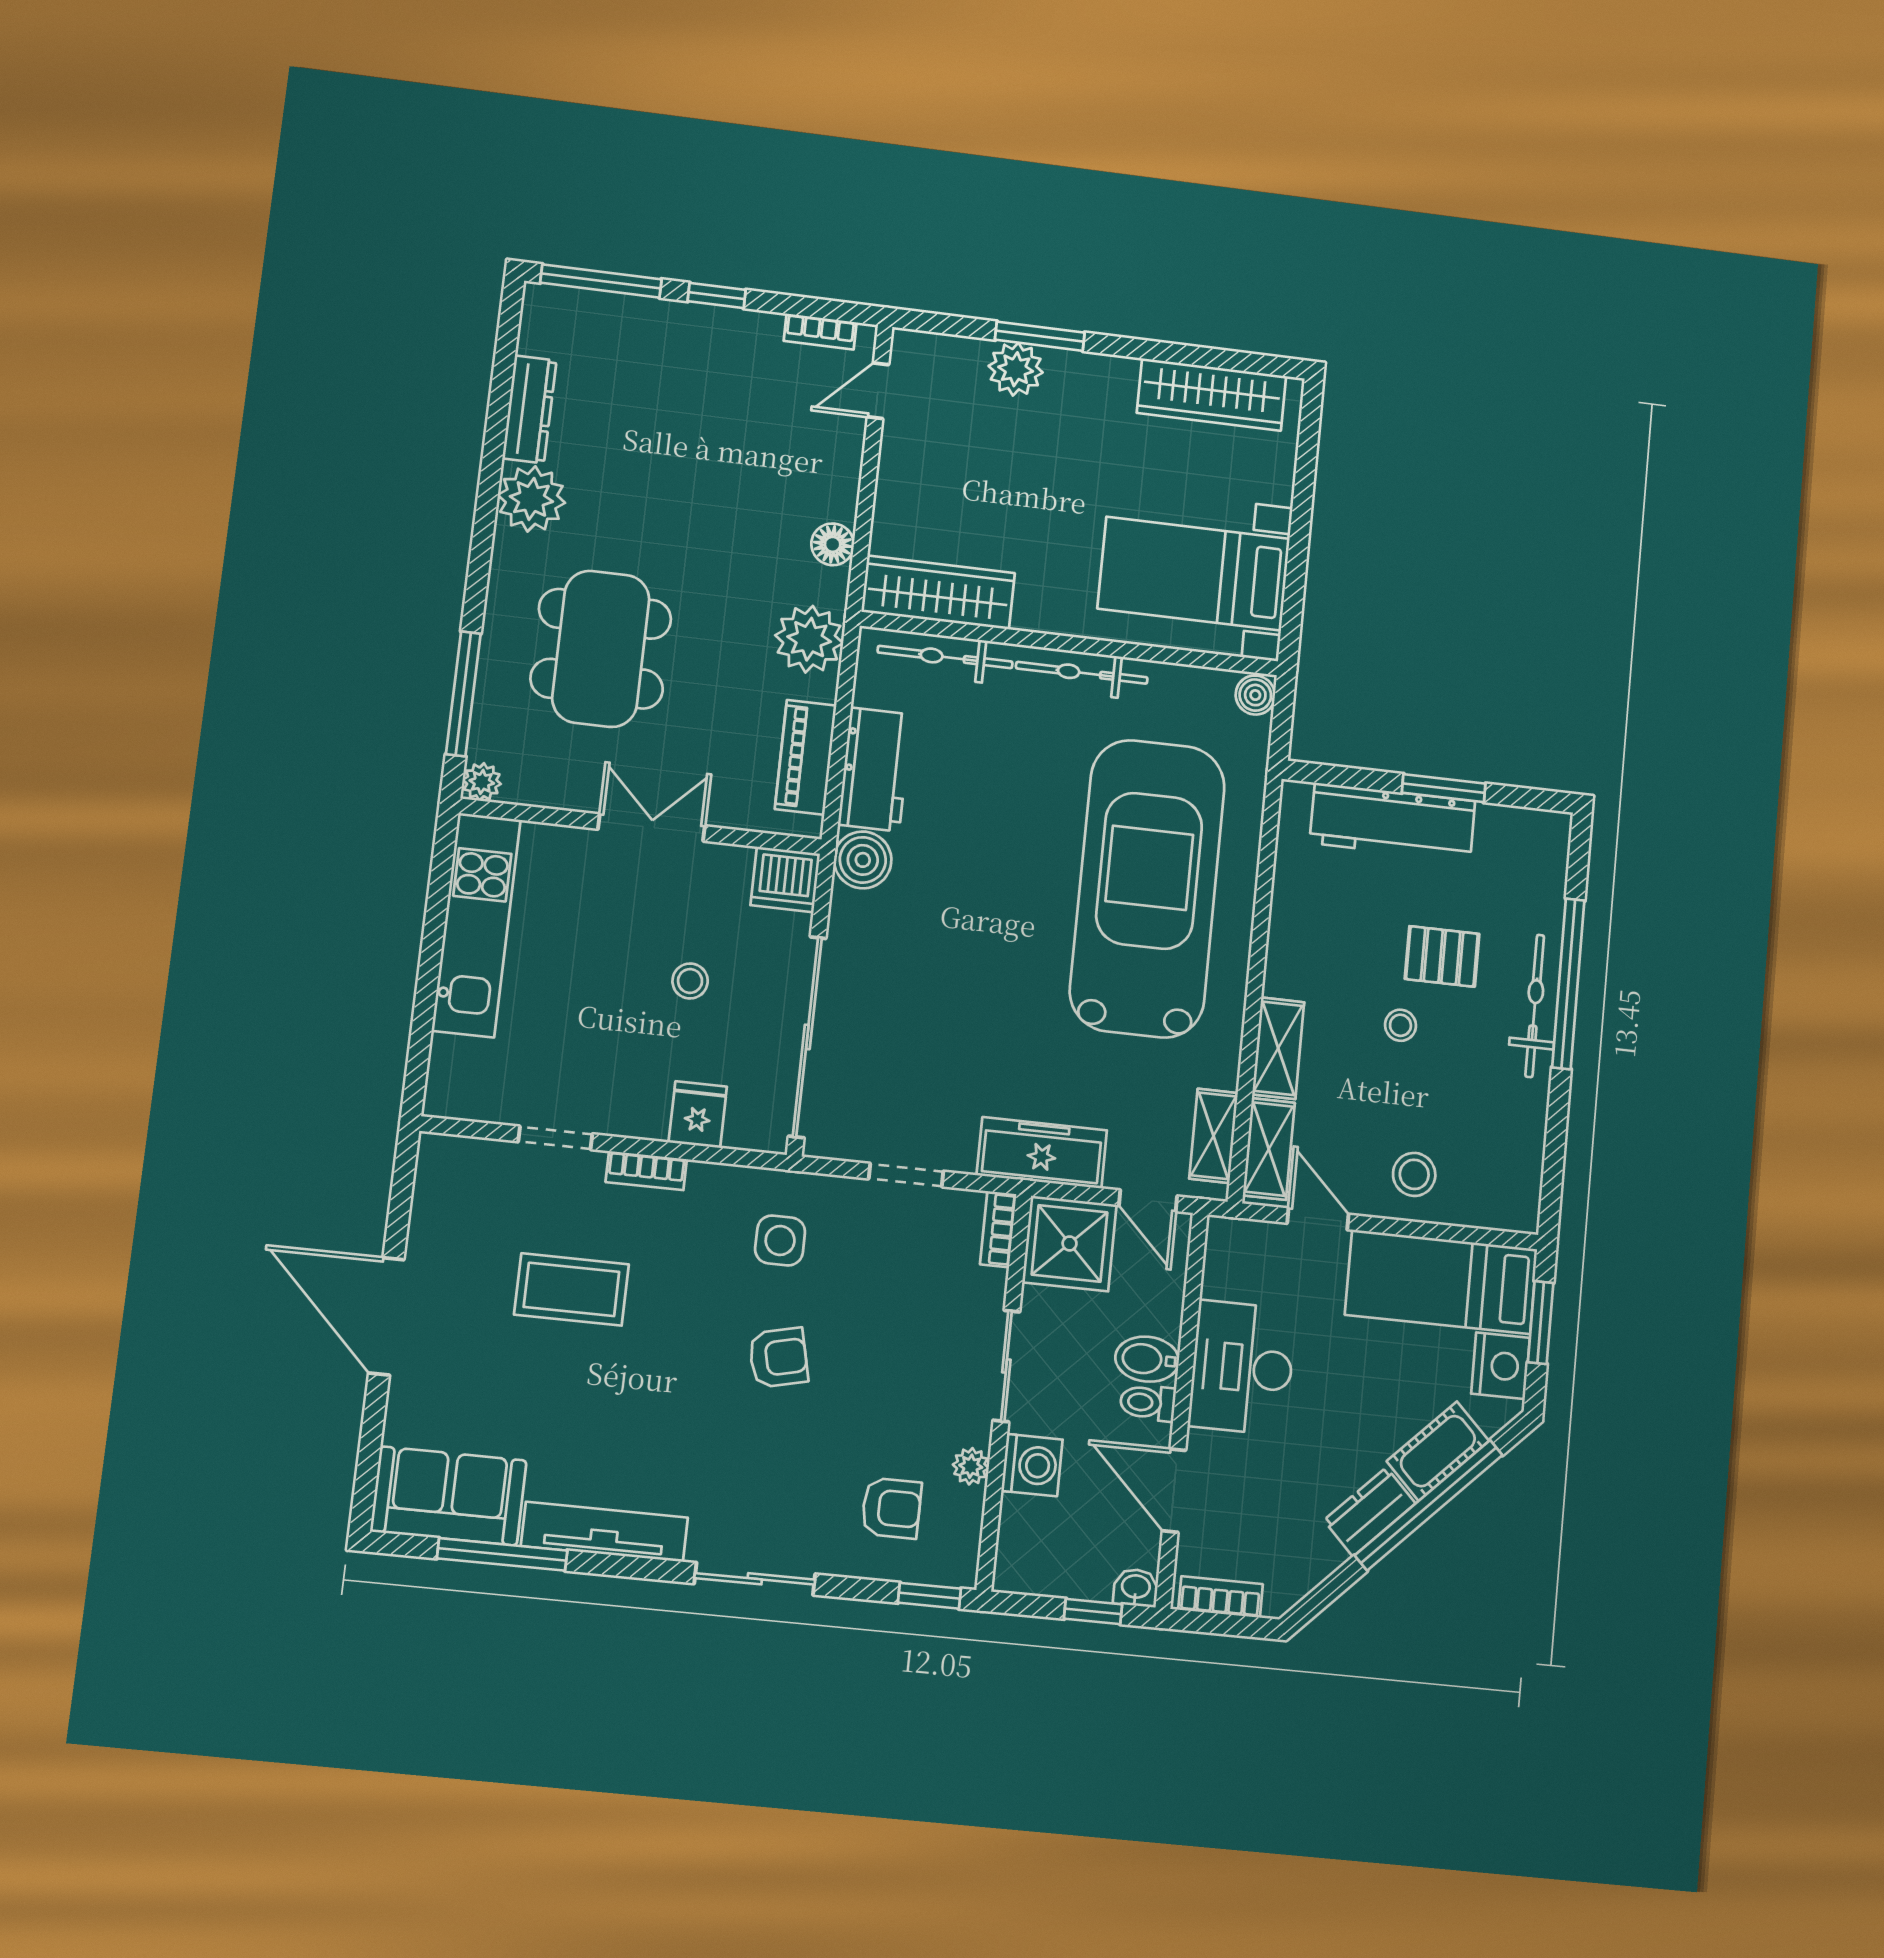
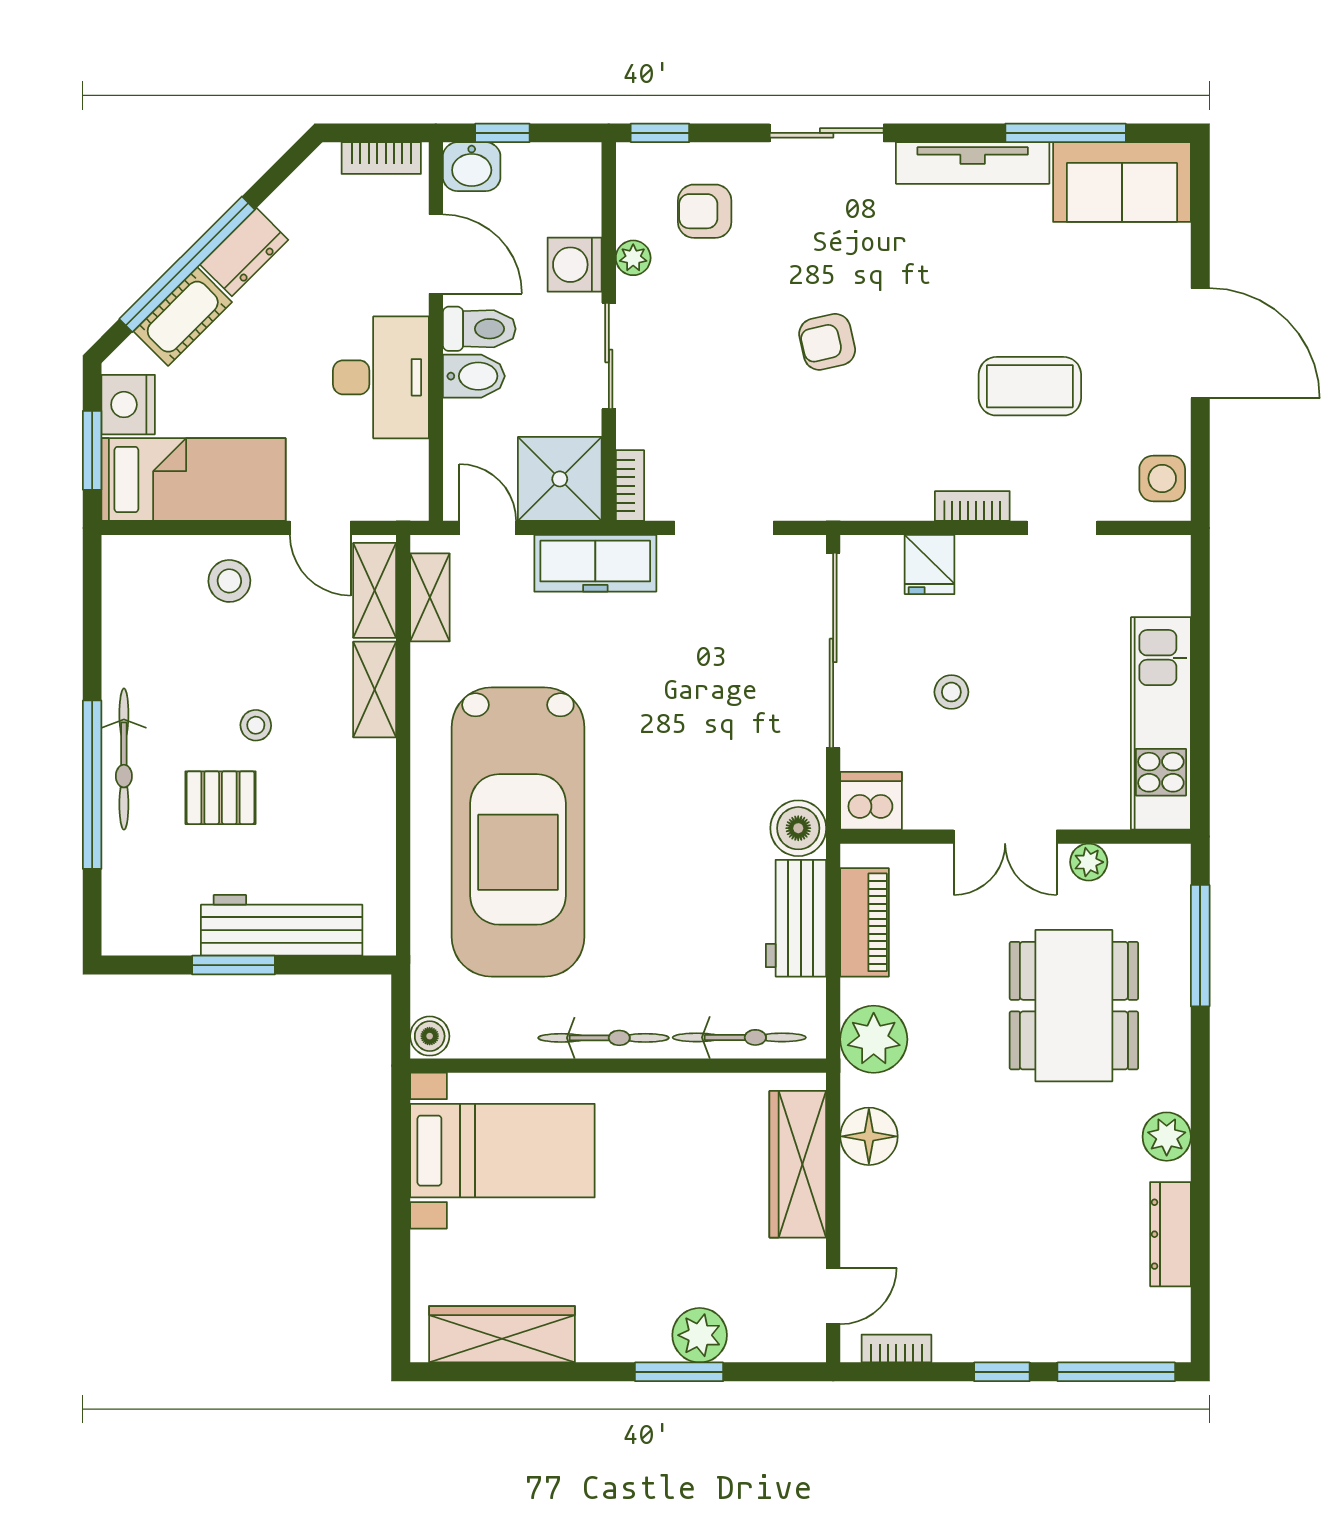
plant: (531, 499) -> (1167, 1137), width x0.73, depth x0.73
floor lamp: (833, 544) -> (869, 1136), width x1.38, depth x1.38
wardrobe: (938, 592) -> (798, 1164), moved, turned 90
plant: (482, 782) -> (1089, 862), moved
doorway: (906, 1175) -> (724, 528), width x1.38
side table: (780, 1241) -> (1162, 478), moved
toilet: (1148, 1403) -> (479, 329), width x1.37, depth x1.39
washbasin: (1136, 1588) -> (472, 167), width x1.38, depth x1.45

